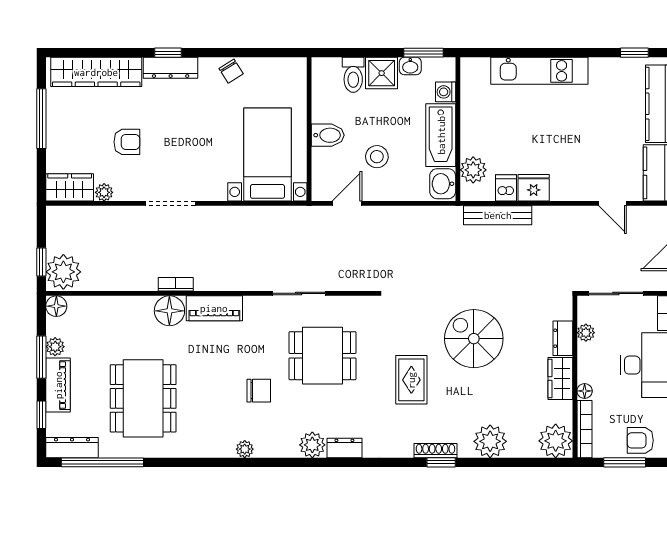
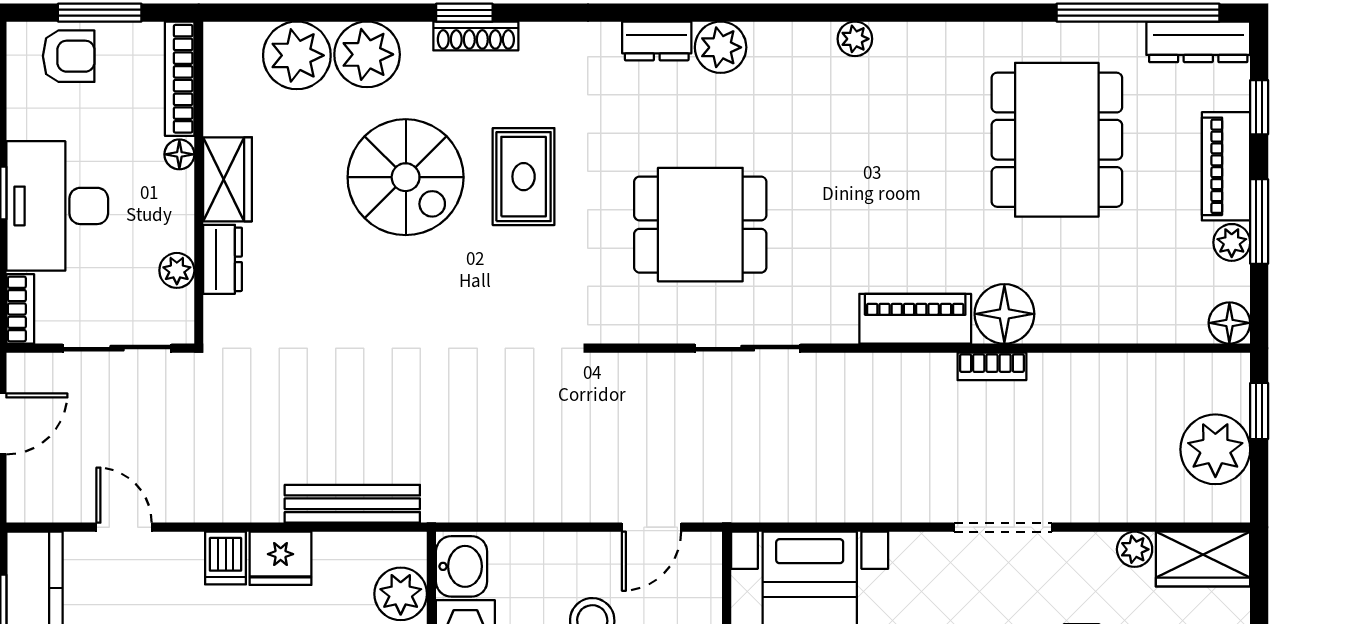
dishwasher: (506, 188) -> (226, 558), moved
plant: (63, 272) -> (1215, 449), moved
spiral stairs: (474, 339) -> (406, 177), moved
chair: (259, 391) -> (827, 155), removed
plant: (556, 441) -> (297, 55), moved

